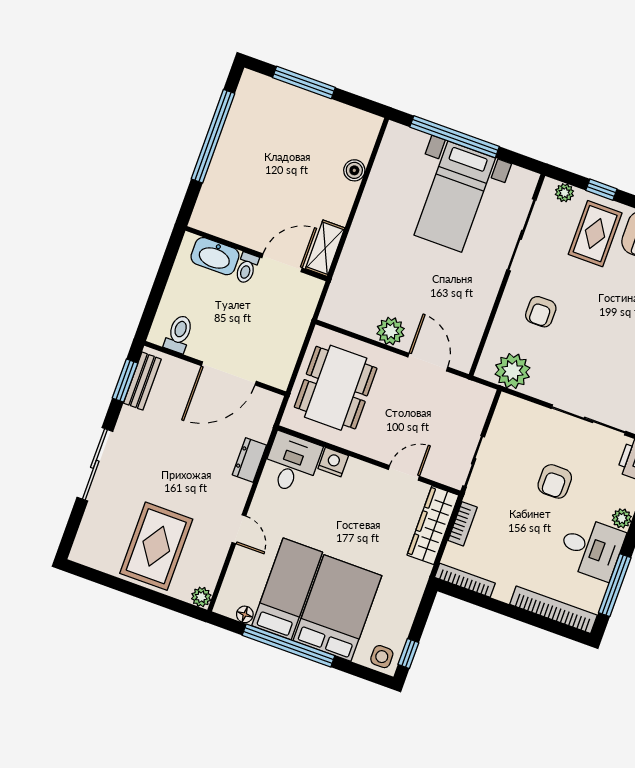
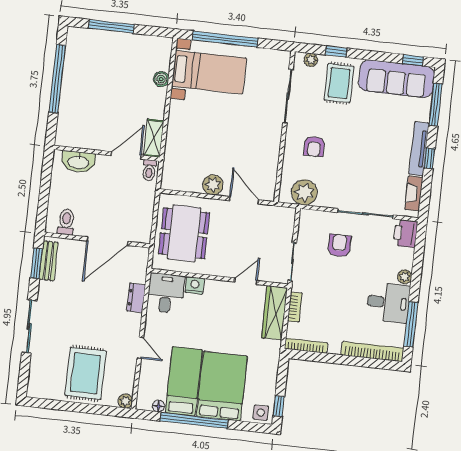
bed with nightstands: (455, 197) -> (209, 72), moved, turned -90
toilet: (247, 268) -> (149, 170), moved
armchair: (555, 481) -> (339, 246), moved, turned 180

